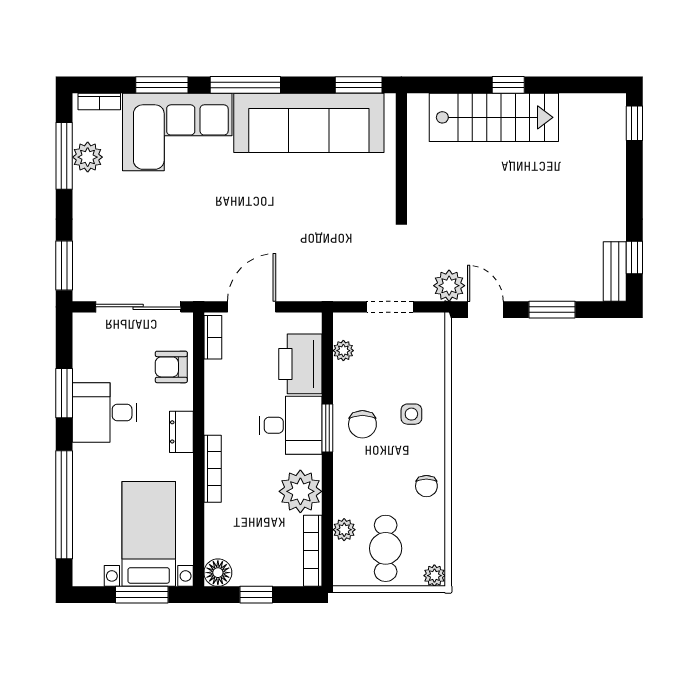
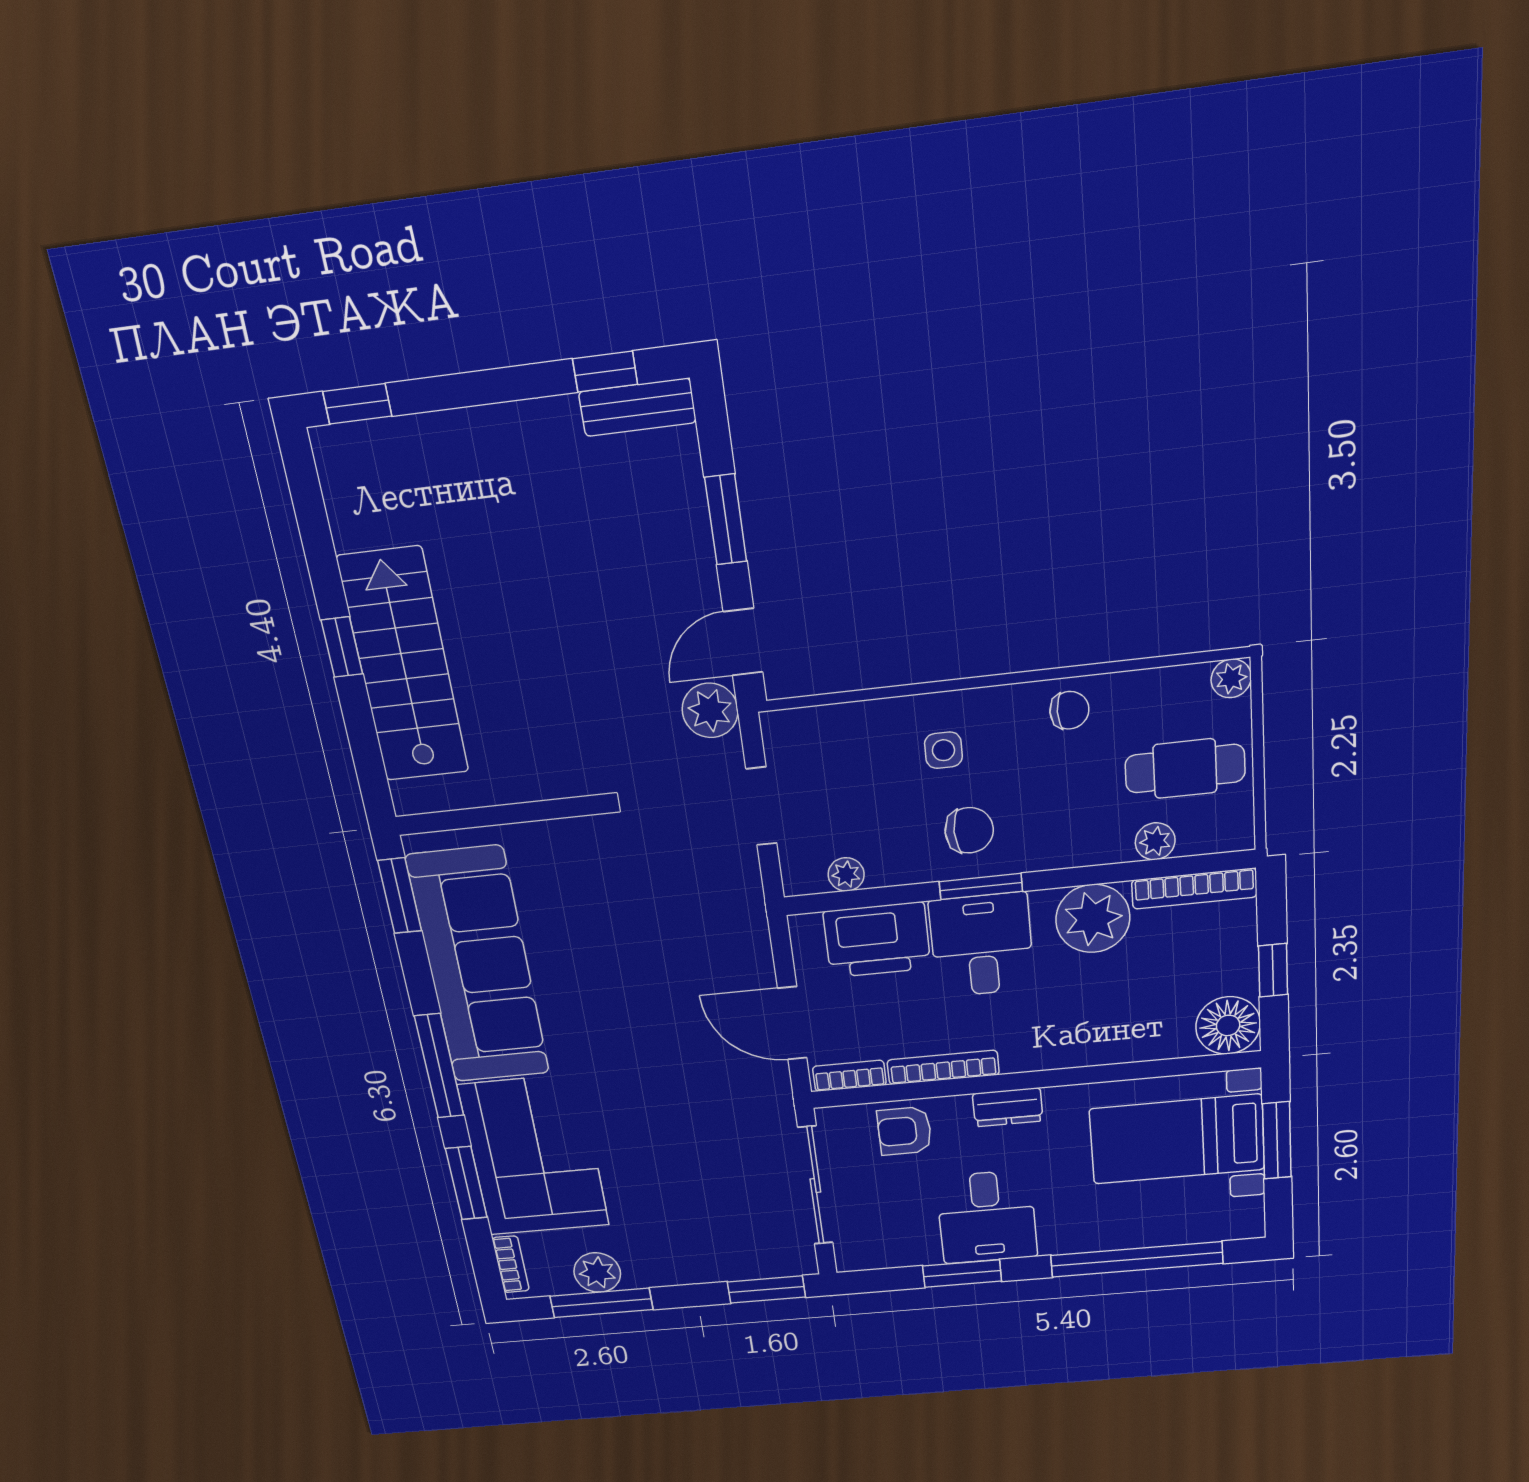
armchair: (171, 367) -> (904, 1131), turned 90
bookcase: (213, 469) -> (943, 1067), moved
floor lamp: (218, 573) -> (1228, 1025), width x1.38, depth x1.38

